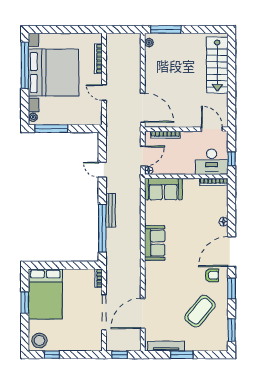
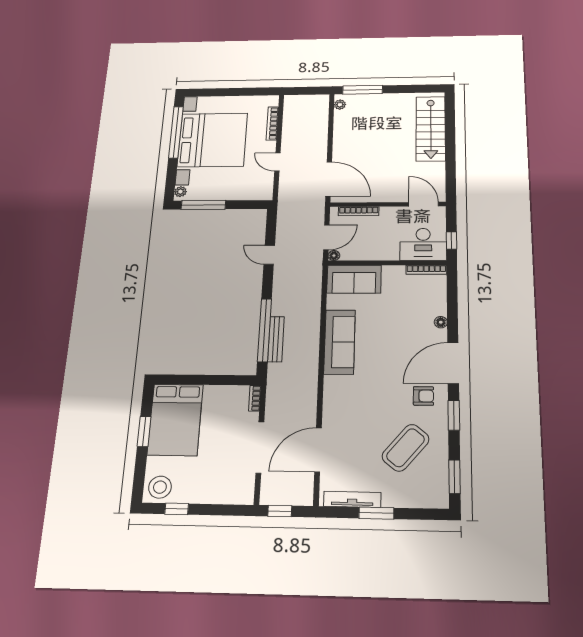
bench: (111, 210) -> (276, 339), moved
sofa: (155, 243) -> (340, 342), width x1.36

